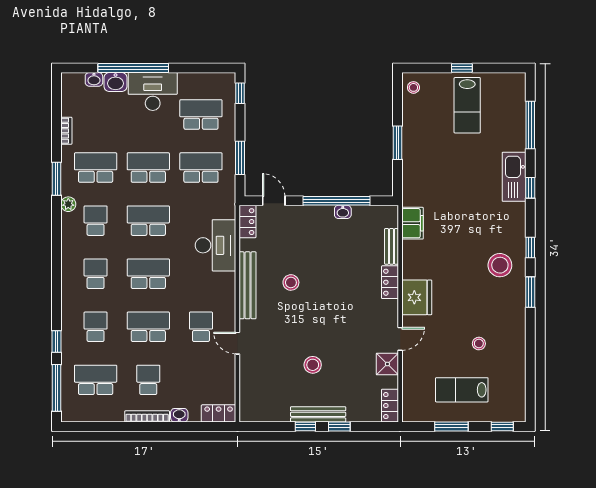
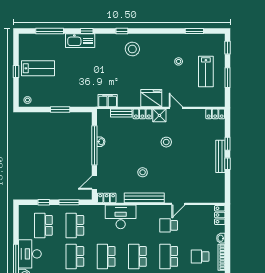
window: (240, 93) -> (44, 202), moved
window: (530, 292) -> (194, 31), moved
shower: (387, 364) -> (159, 115), moved
stool: (313, 365) -> (166, 142), moved

